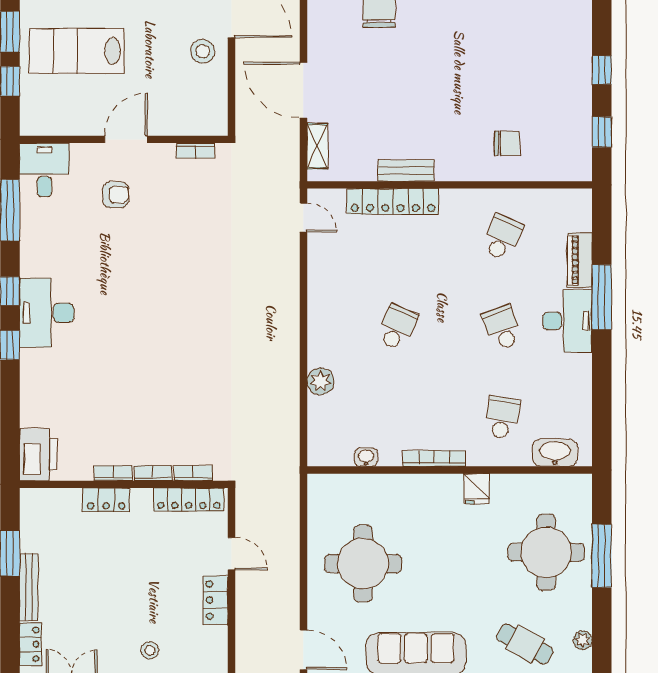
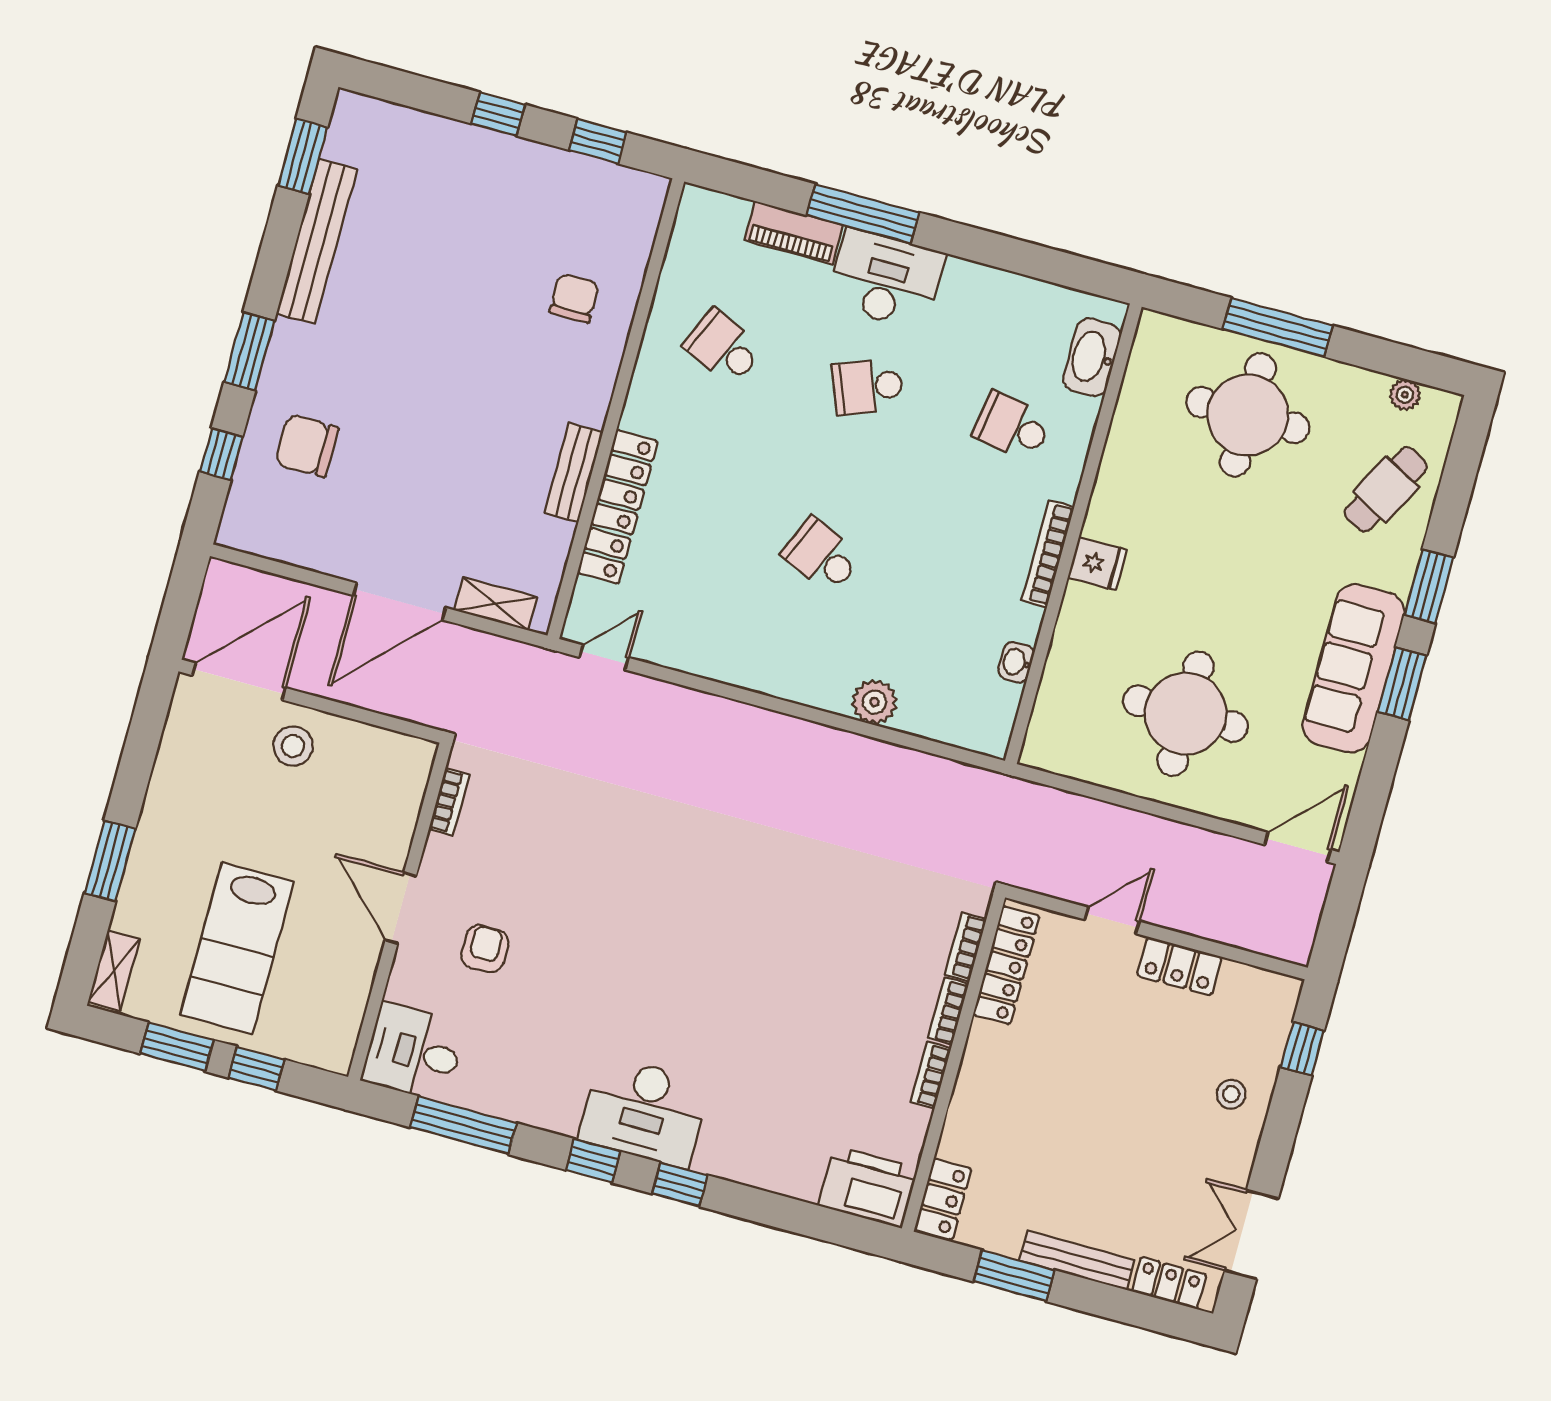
fridge: (476, 489) -> (1097, 564), moved
locker: (106, 500) -> (943, 1199), moved

